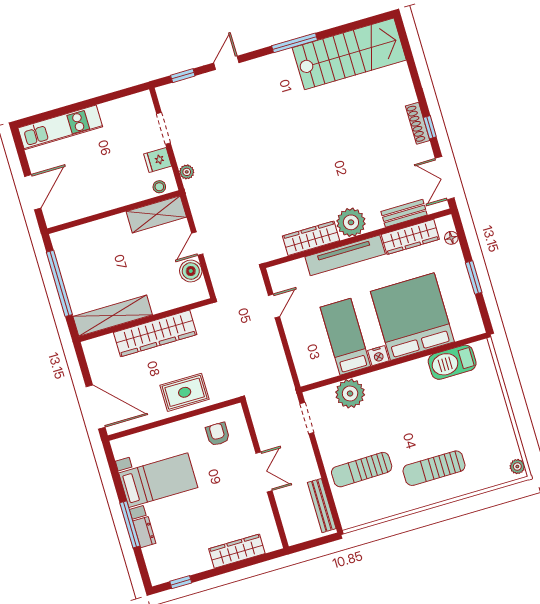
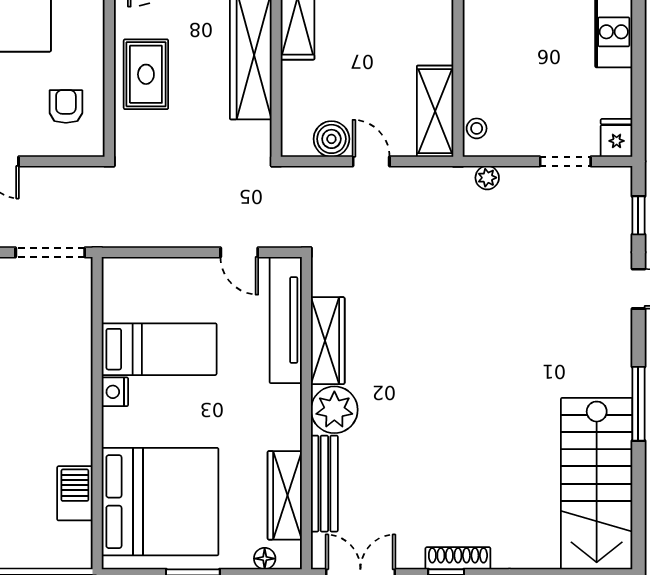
fridge: (158, 160) -> (617, 138), moved
bench: (404, 213) -> (324, 484), width x1.36
tv unit: (345, 255) -> (286, 320), moved
bed: (412, 317) -> (160, 502), moved
barbecue: (452, 362) -> (75, 493), width x0.73, depth x0.83
plant: (350, 393) -> (69, 331), removed
doorway: (307, 418) -> (50, 252), width x1.38
armchair: (218, 434) -> (66, 107), turned -90

